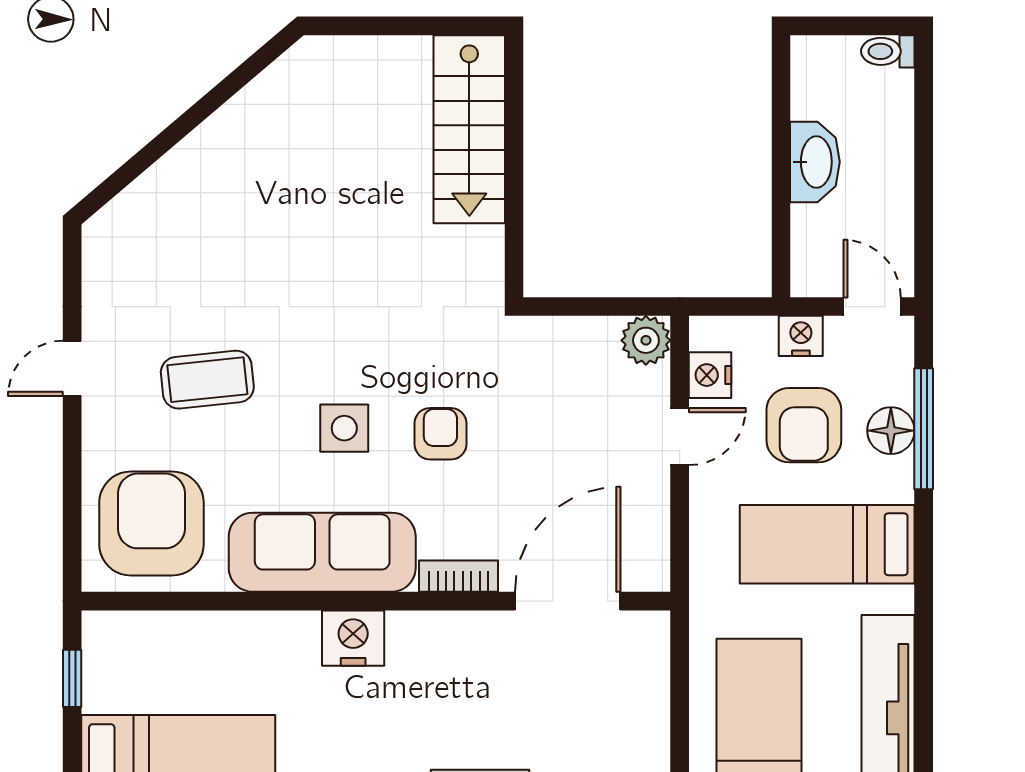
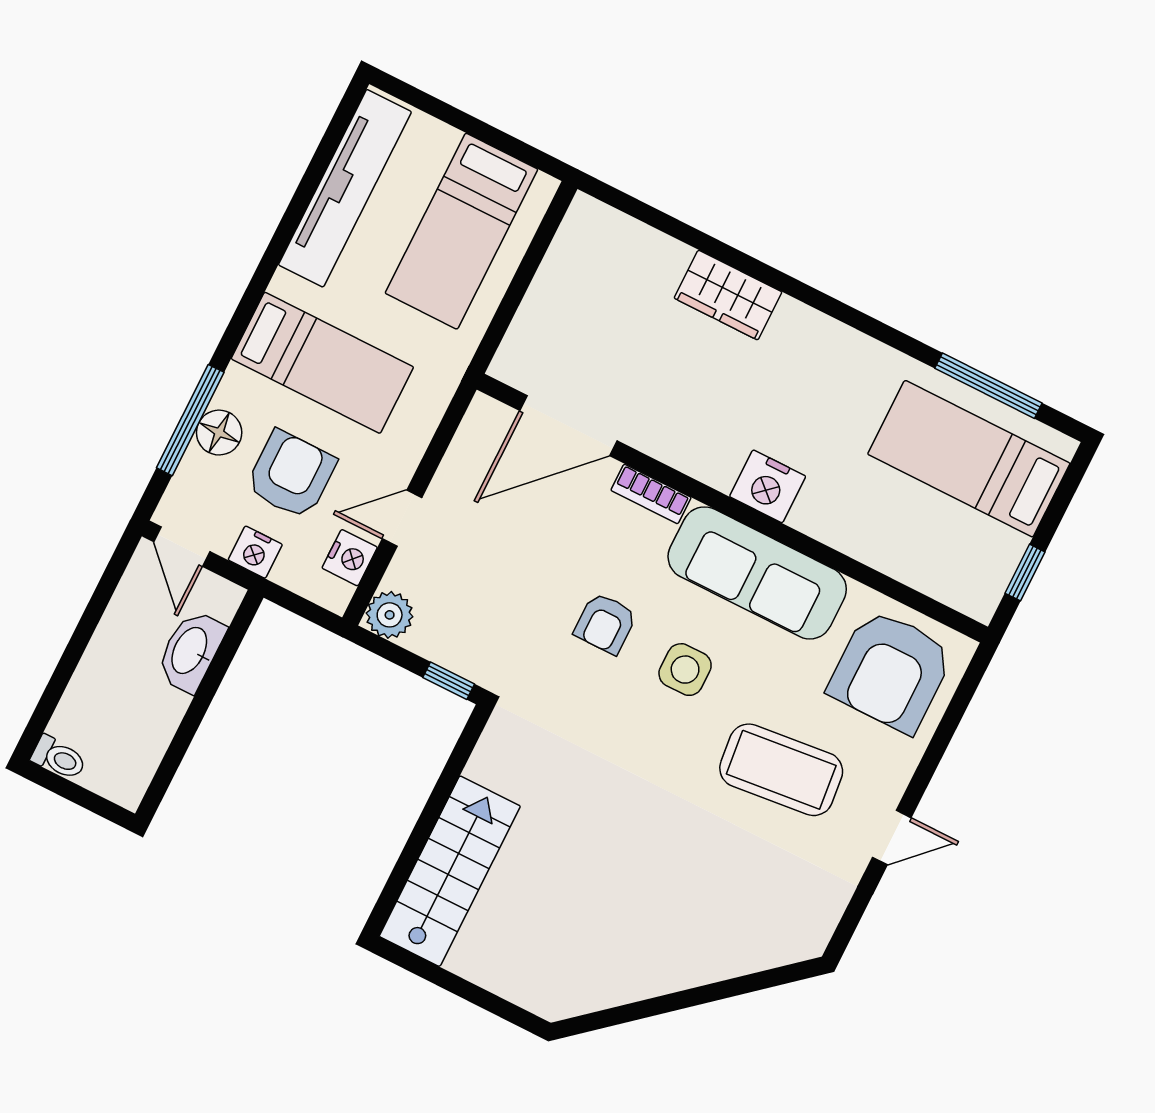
washbasin: (815, 162) -> (191, 651), moved
window: (560, 307) -> (449, 681), added
coffee table: (207, 380) -> (781, 770), width x1.36, depth x1.32

